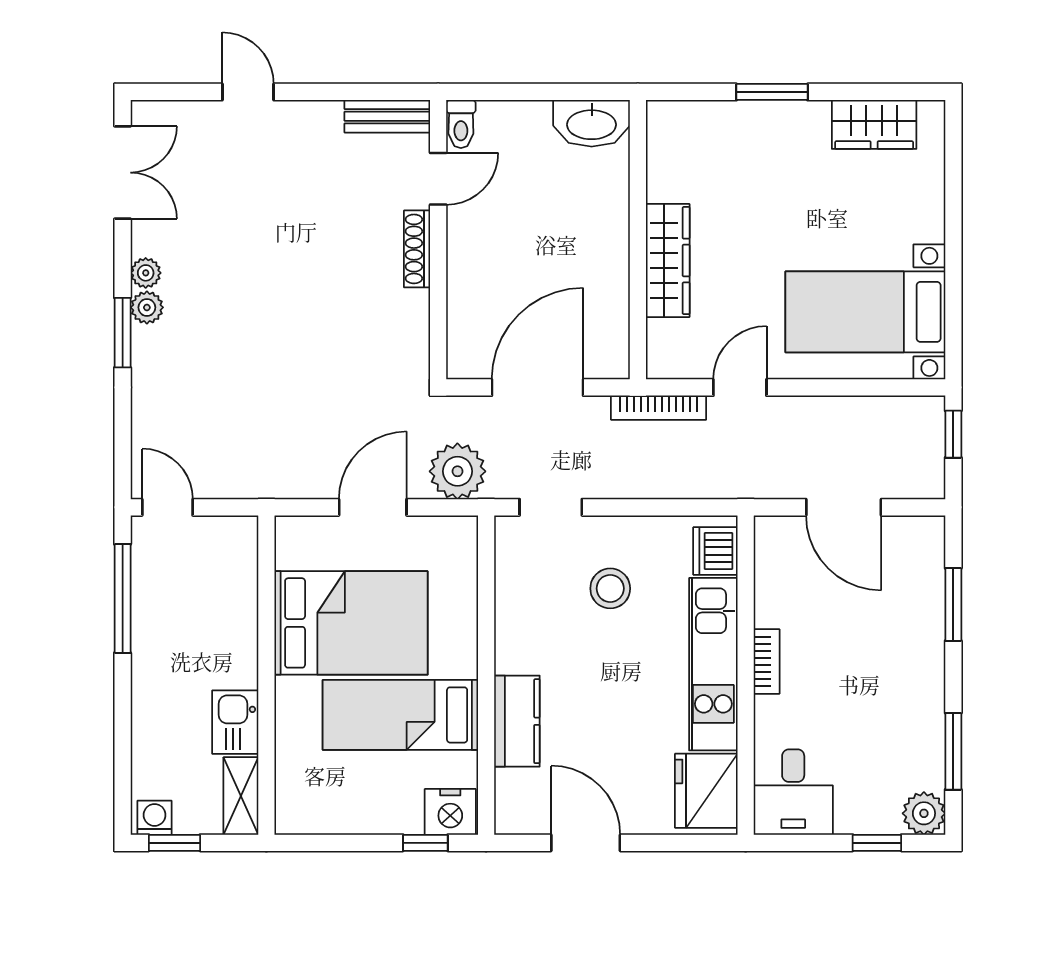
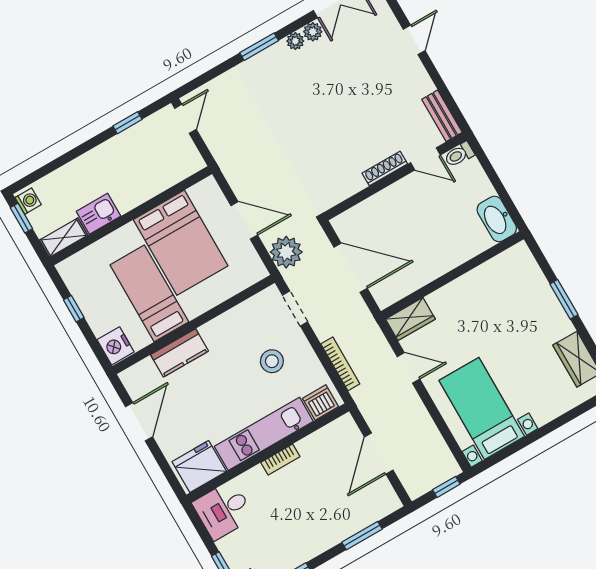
wardrobe: (668, 261) -> (410, 319), moved, width x0.67
plant: (147, 307) -> (313, 32), moved
bookcase: (659, 408) -> (340, 364), moved, turned 180
window: (123, 598) -> (128, 123), width x0.46
window: (425, 843) -> (74, 309), moved

